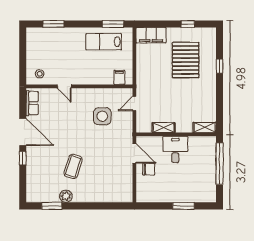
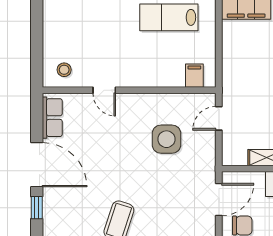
door: (134, 153) -> (219, 200), hinge flipped

